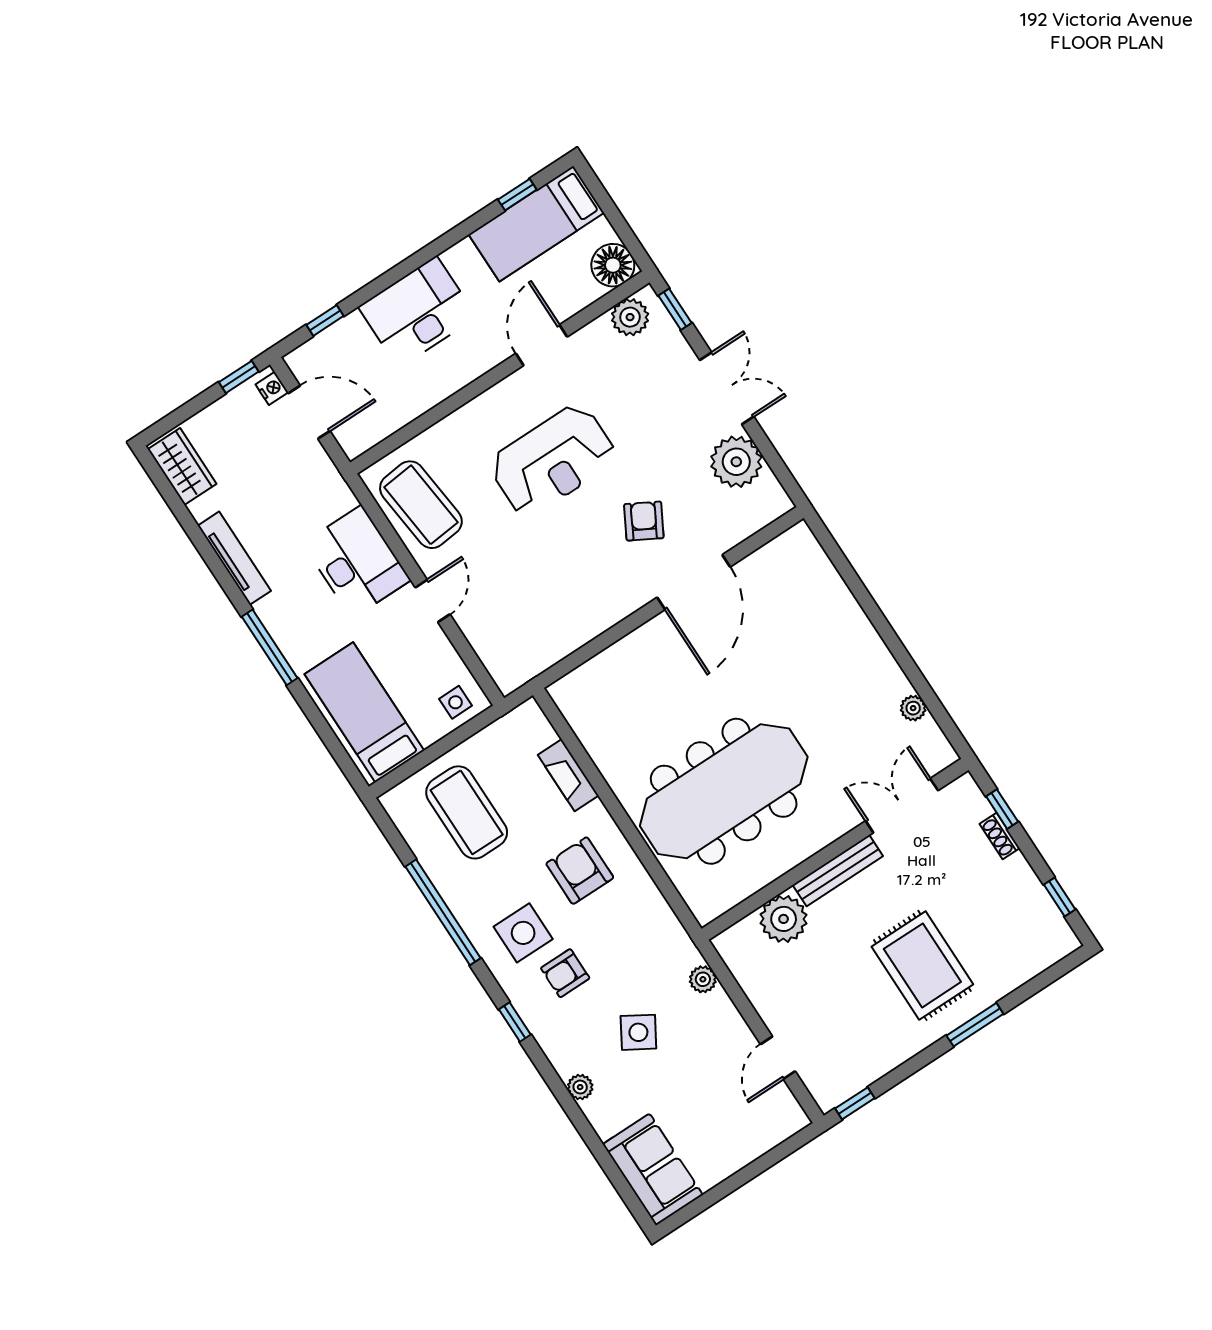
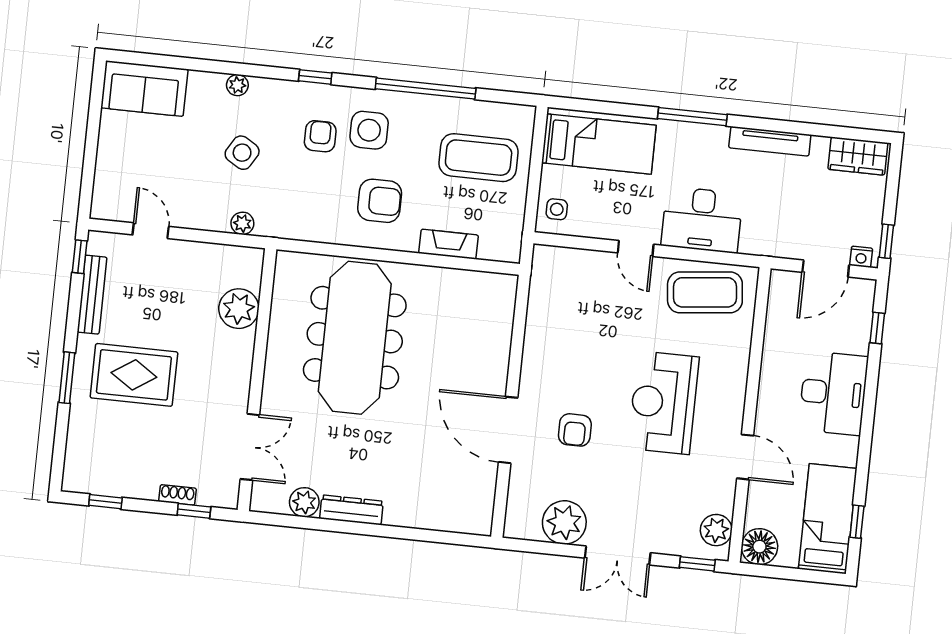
armchair: (644, 521) -> (575, 430), turned 61
dresser: (884, 666) -> (351, 510), added
plant: (913, 708) -> (304, 502), width x1.38, depth x1.38
bench: (838, 871) -> (92, 295), moved

